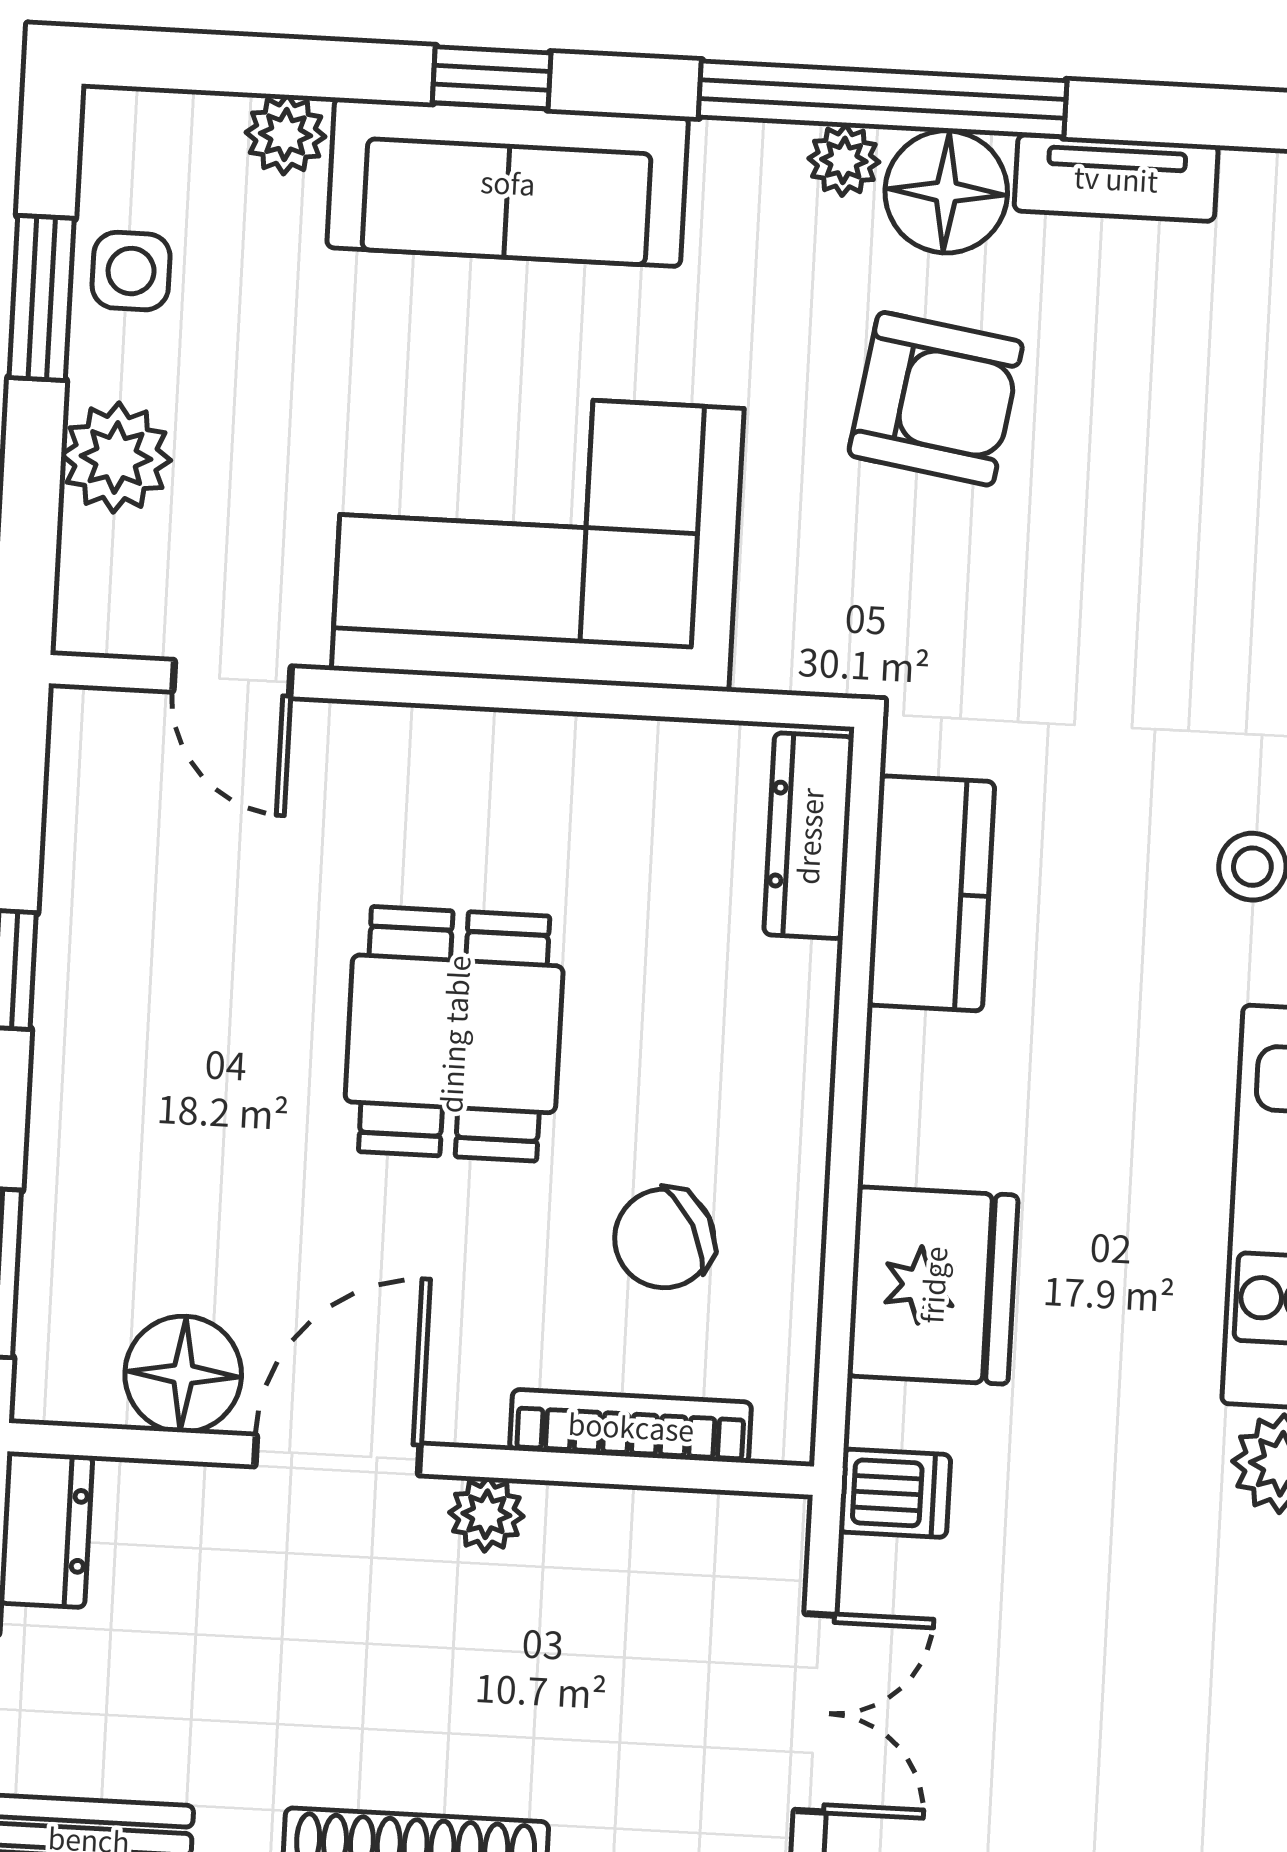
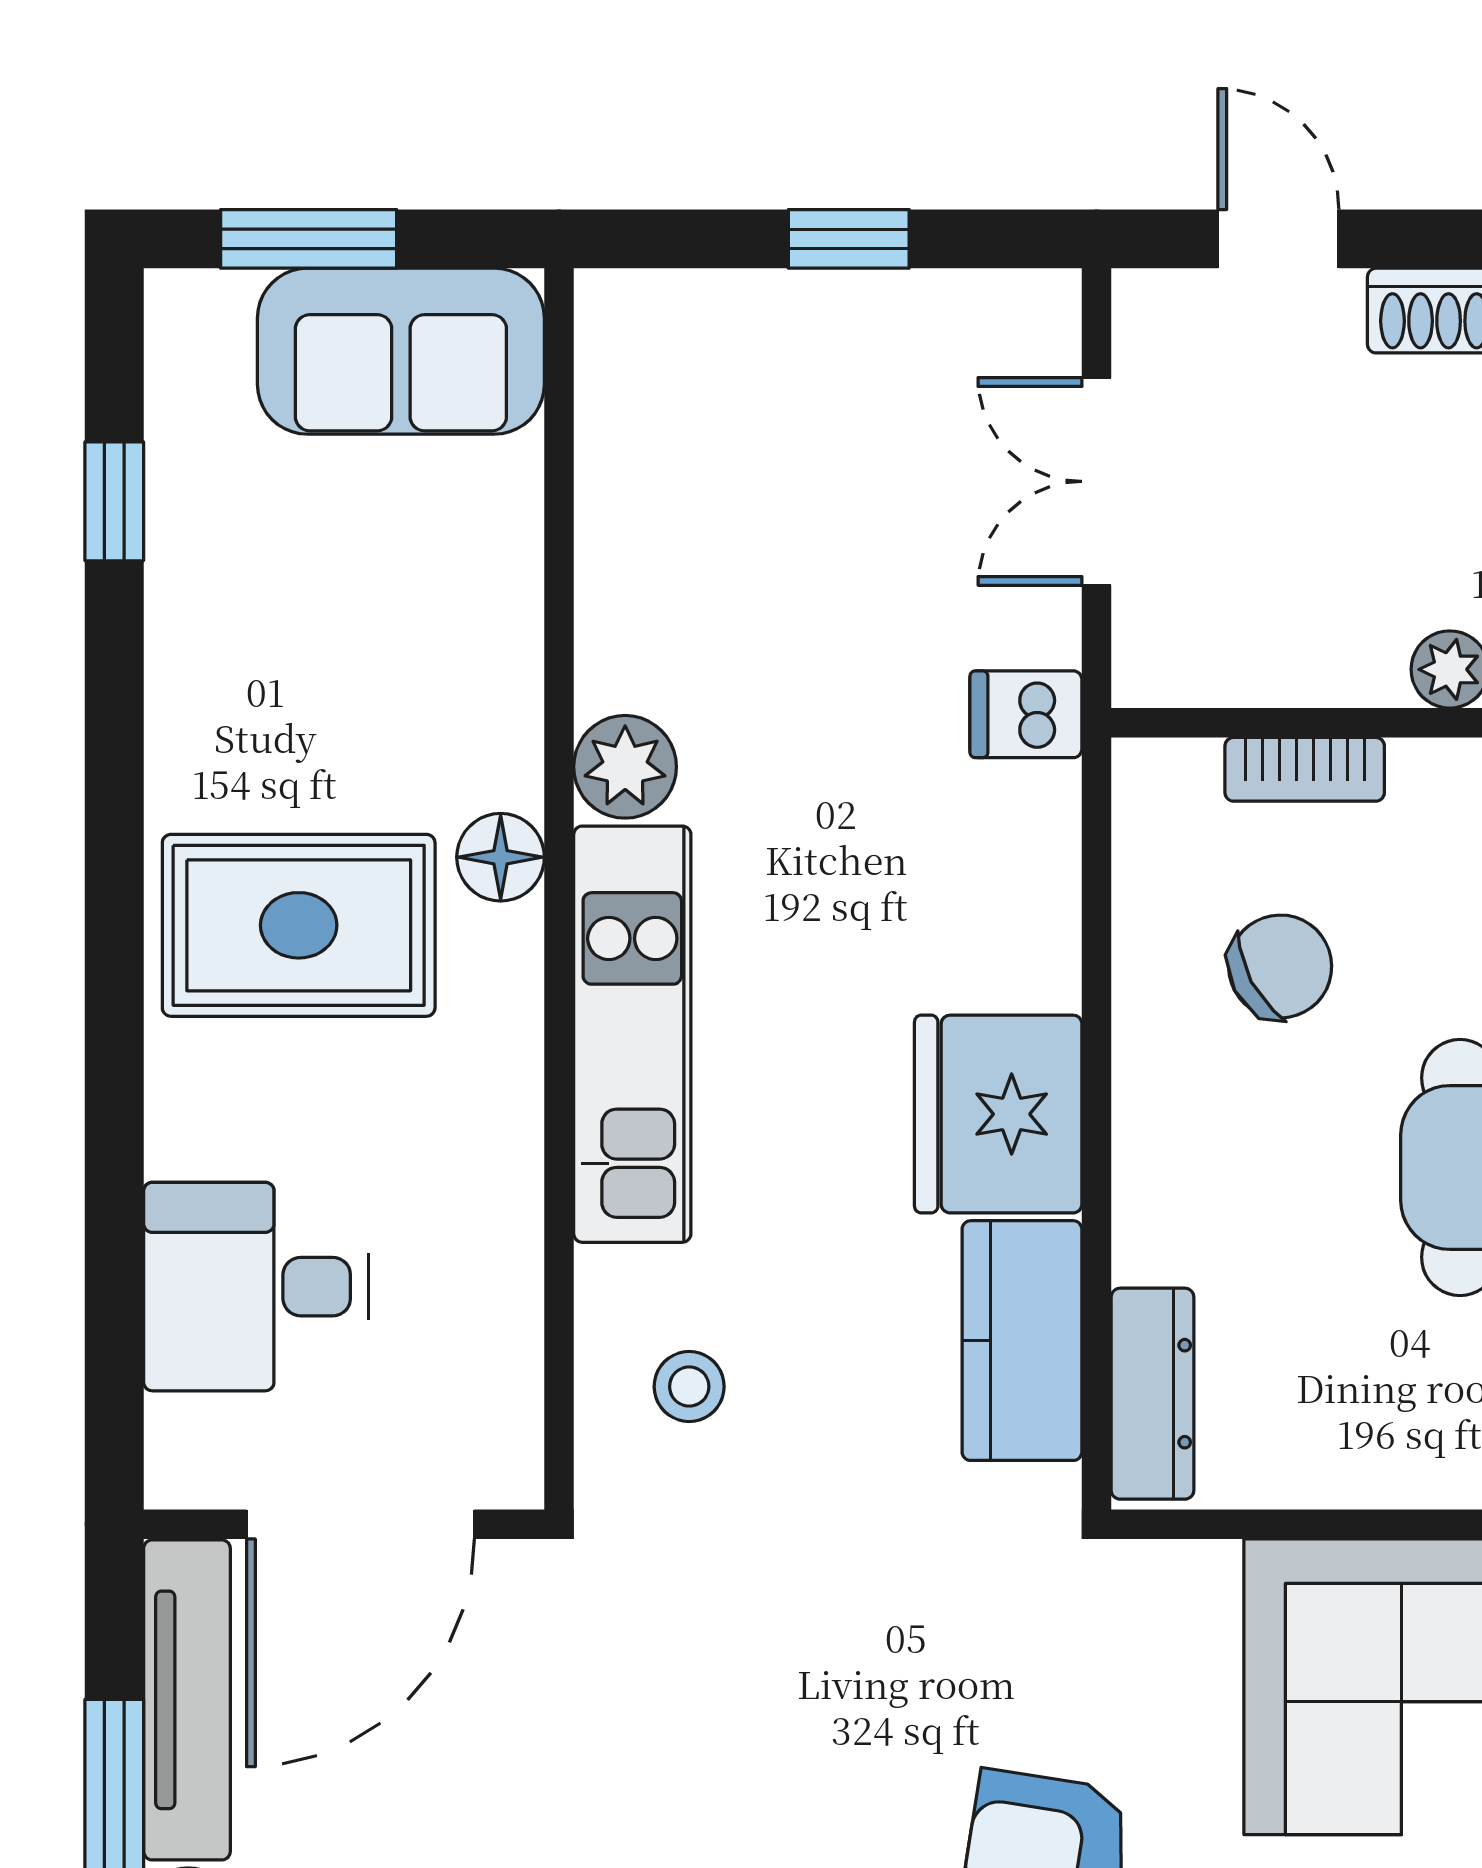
fridge: (933, 1285) -> (998, 1114), moved
bookcase: (631, 1426) -> (1305, 769), width x0.64

